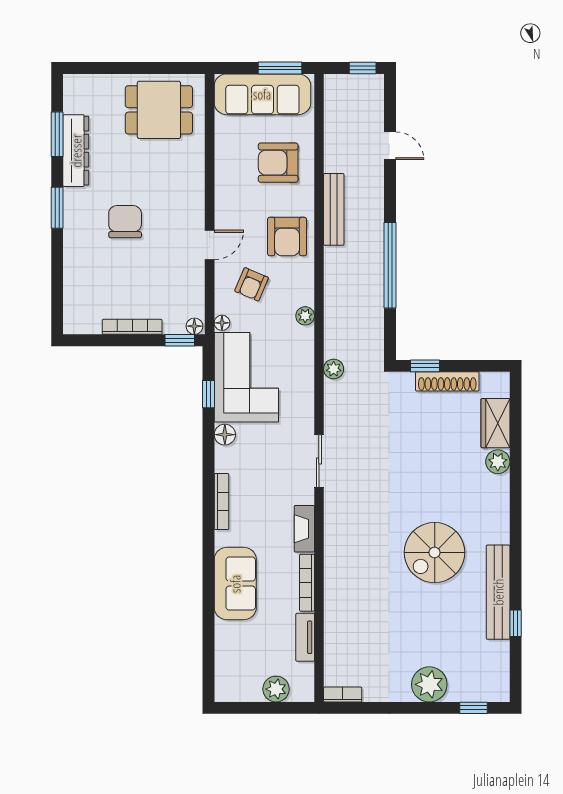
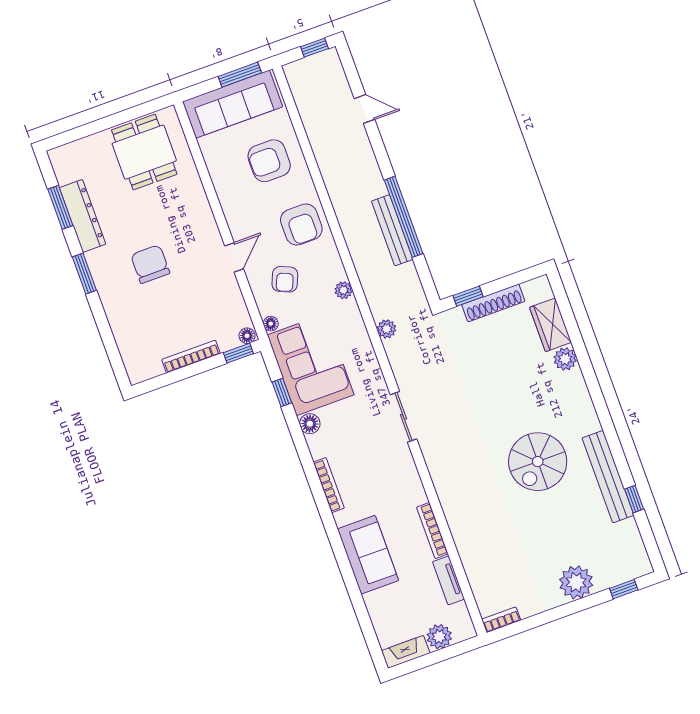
dining table: (159, 110) -> (144, 152), turned 90
bench: (334, 209) -> (392, 230), moved
fireplace: (304, 529) -> (406, 652), moved, turned 90

